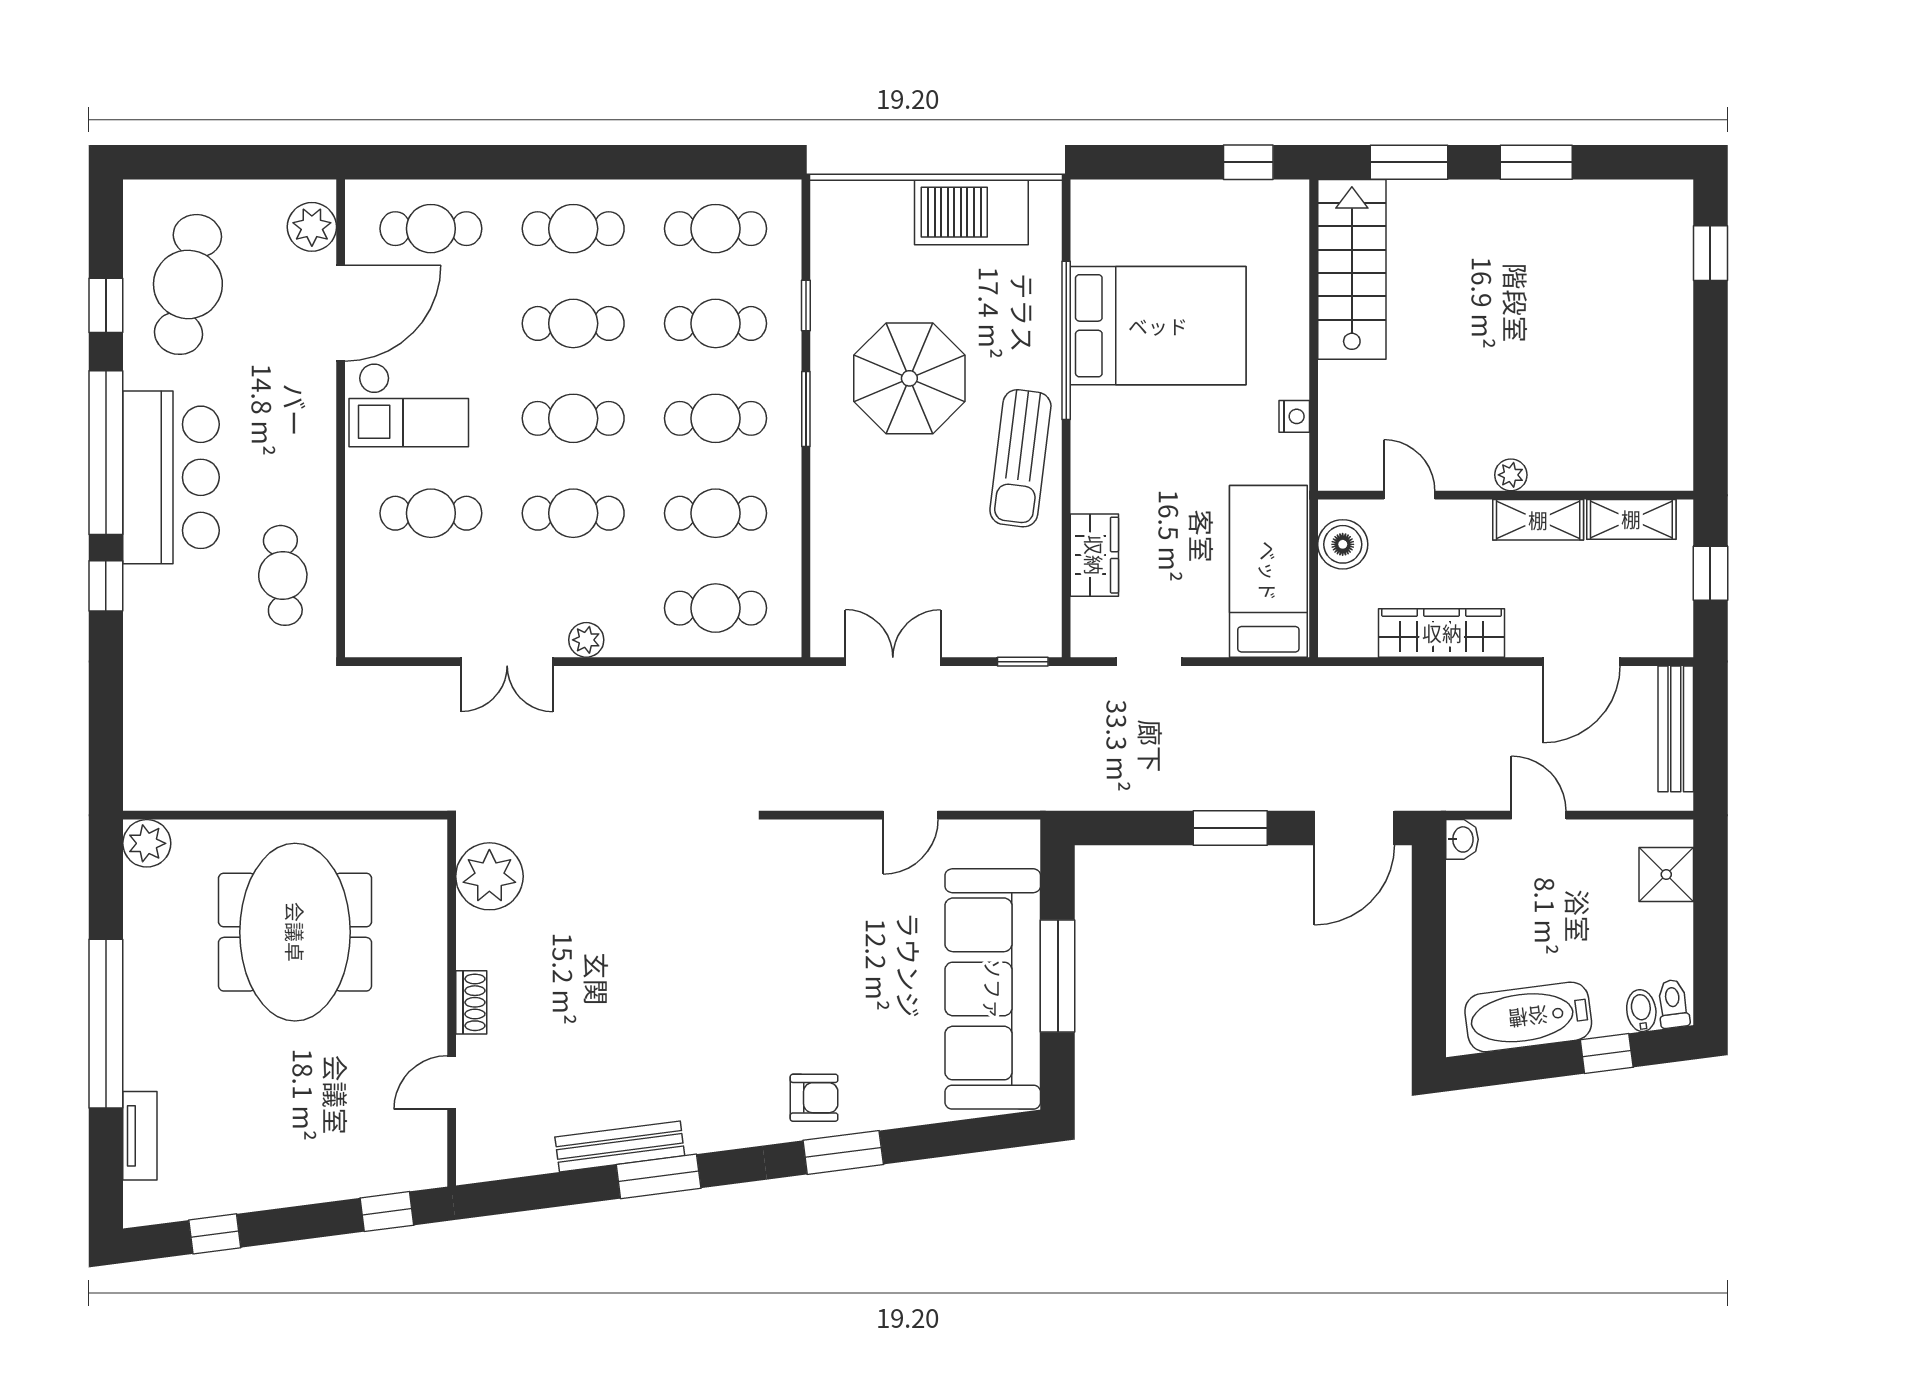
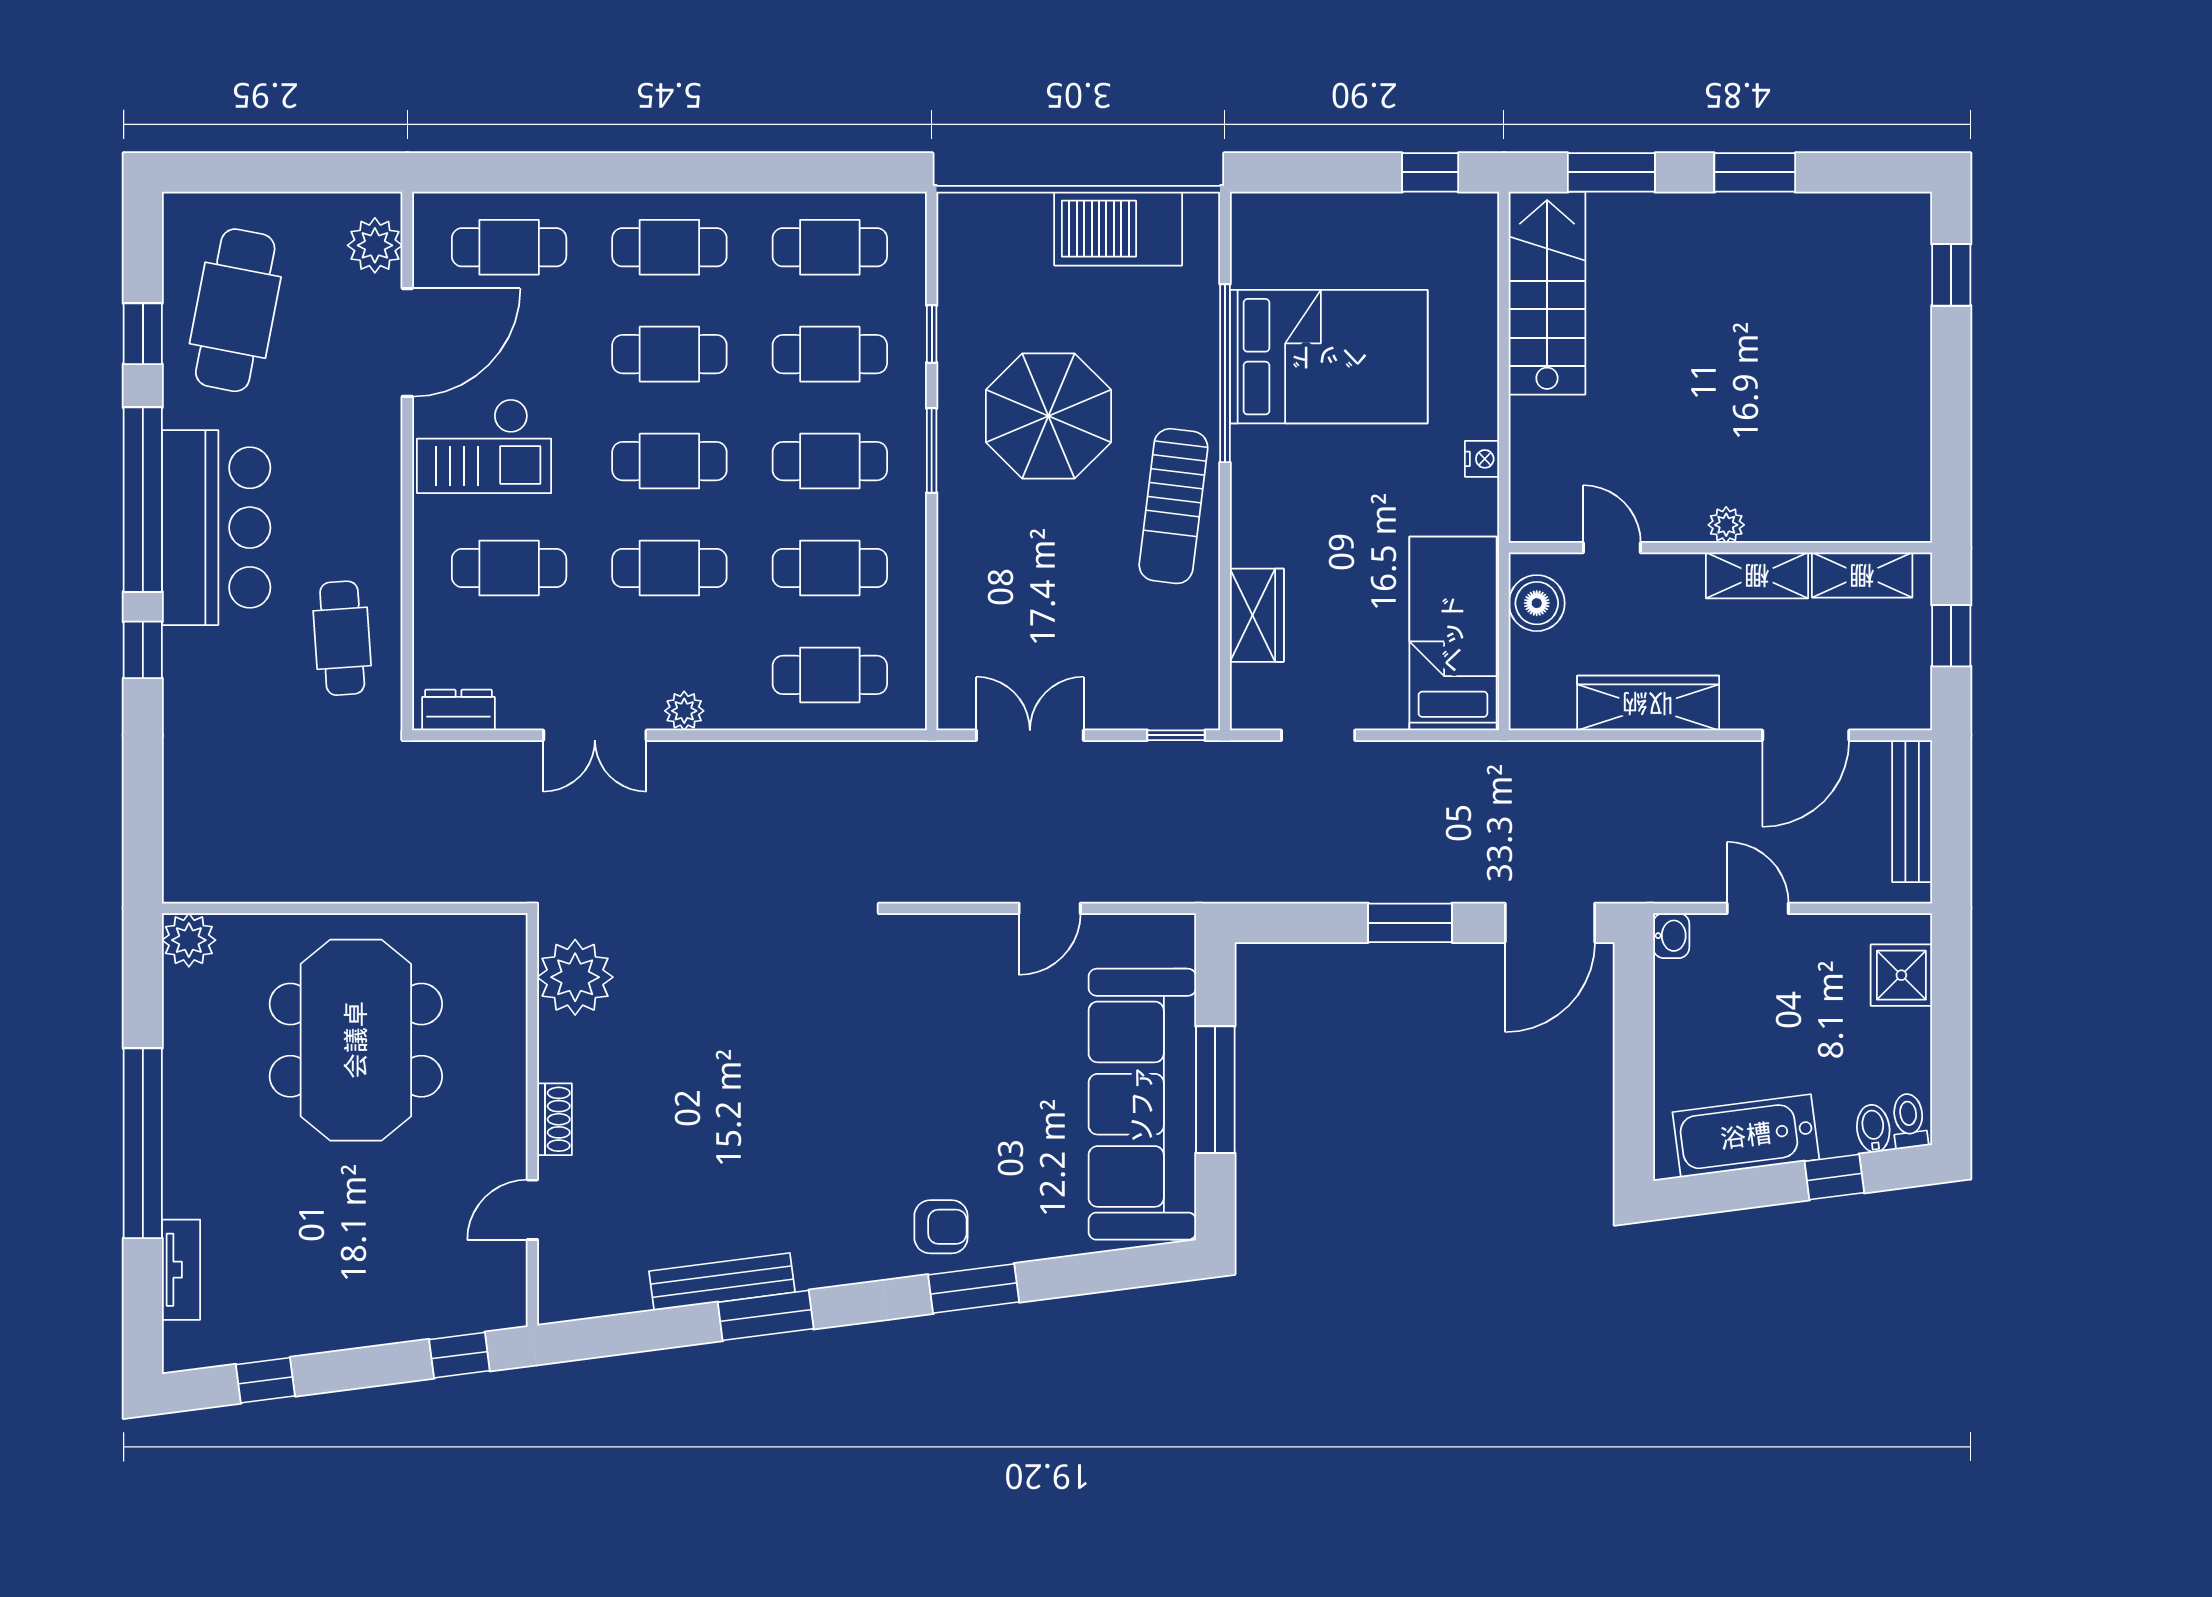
dresser: (386, 639) -> (458, 710), added

